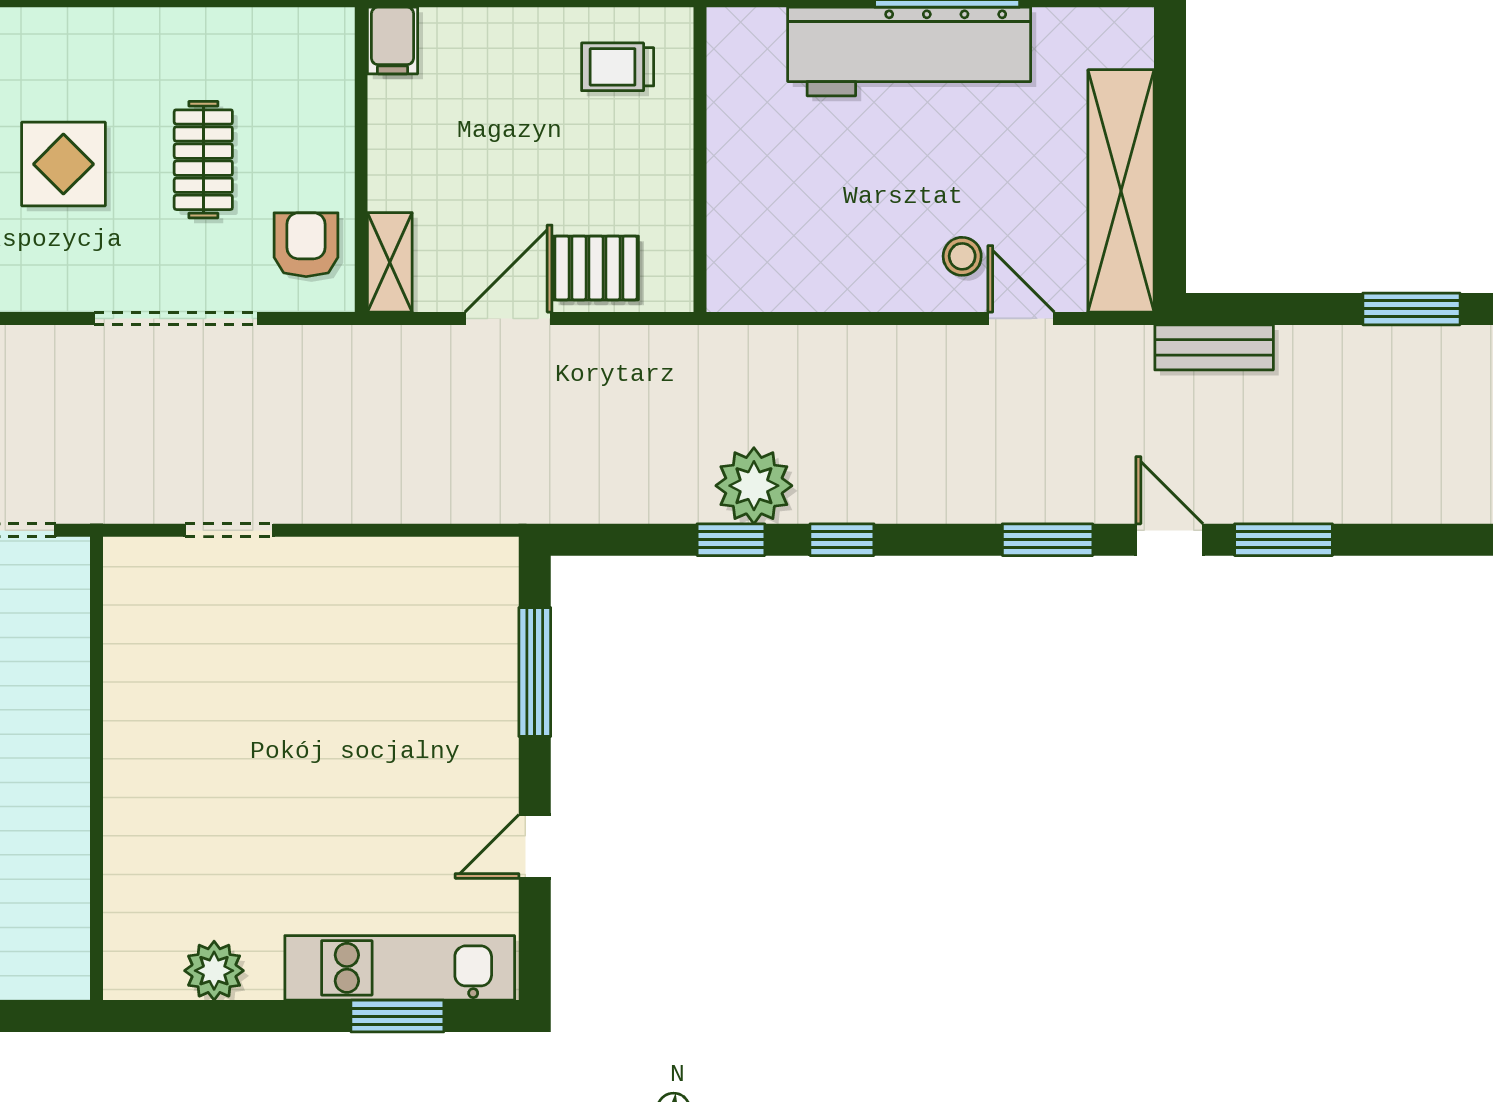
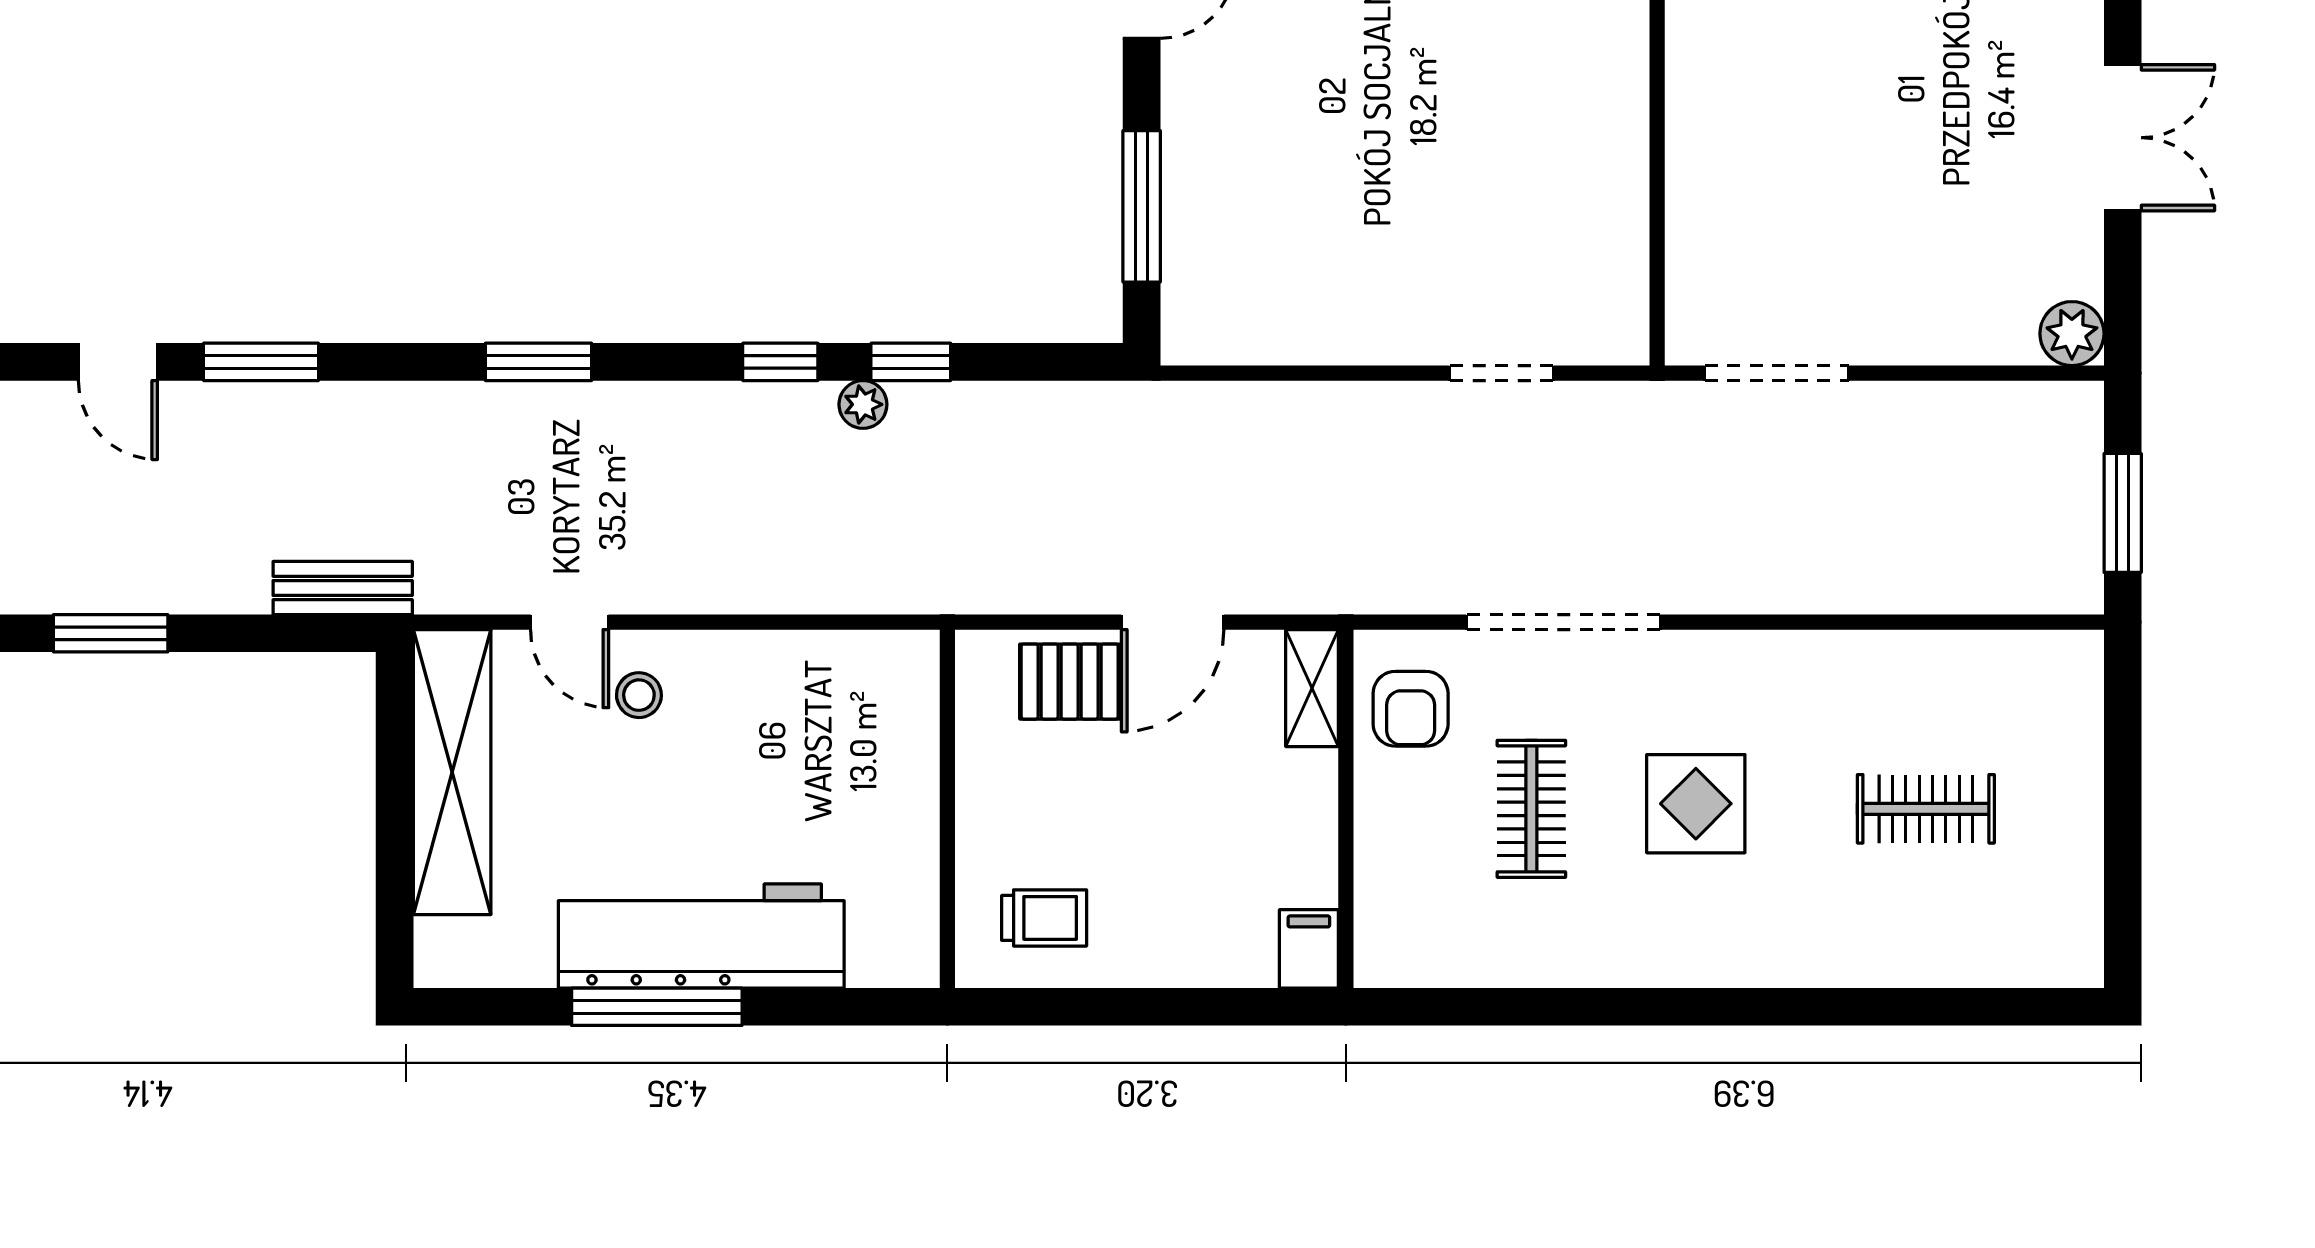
plant: (754, 486) -> (863, 404), width x0.53, depth x0.53
door: (1170, 540) -> (118, 362), moved

